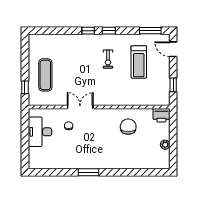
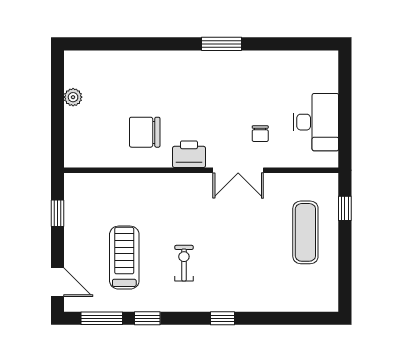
window: (109, 31) -> (147, 318), moved
printer: (161, 115) -> (189, 154), moved
chair: (128, 127) -> (145, 132), turned 90

